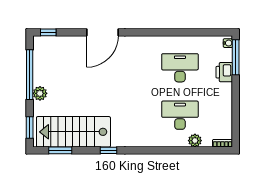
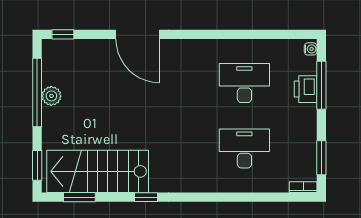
door: (102, 32) -> (138, 34), hinge flipped
window: (236, 57) -> (321, 85), moved
plant: (40, 93) -> (51, 96), moved
window: (236, 122) -> (321, 158), added
plant: (195, 141) -> (265, 183), removed

